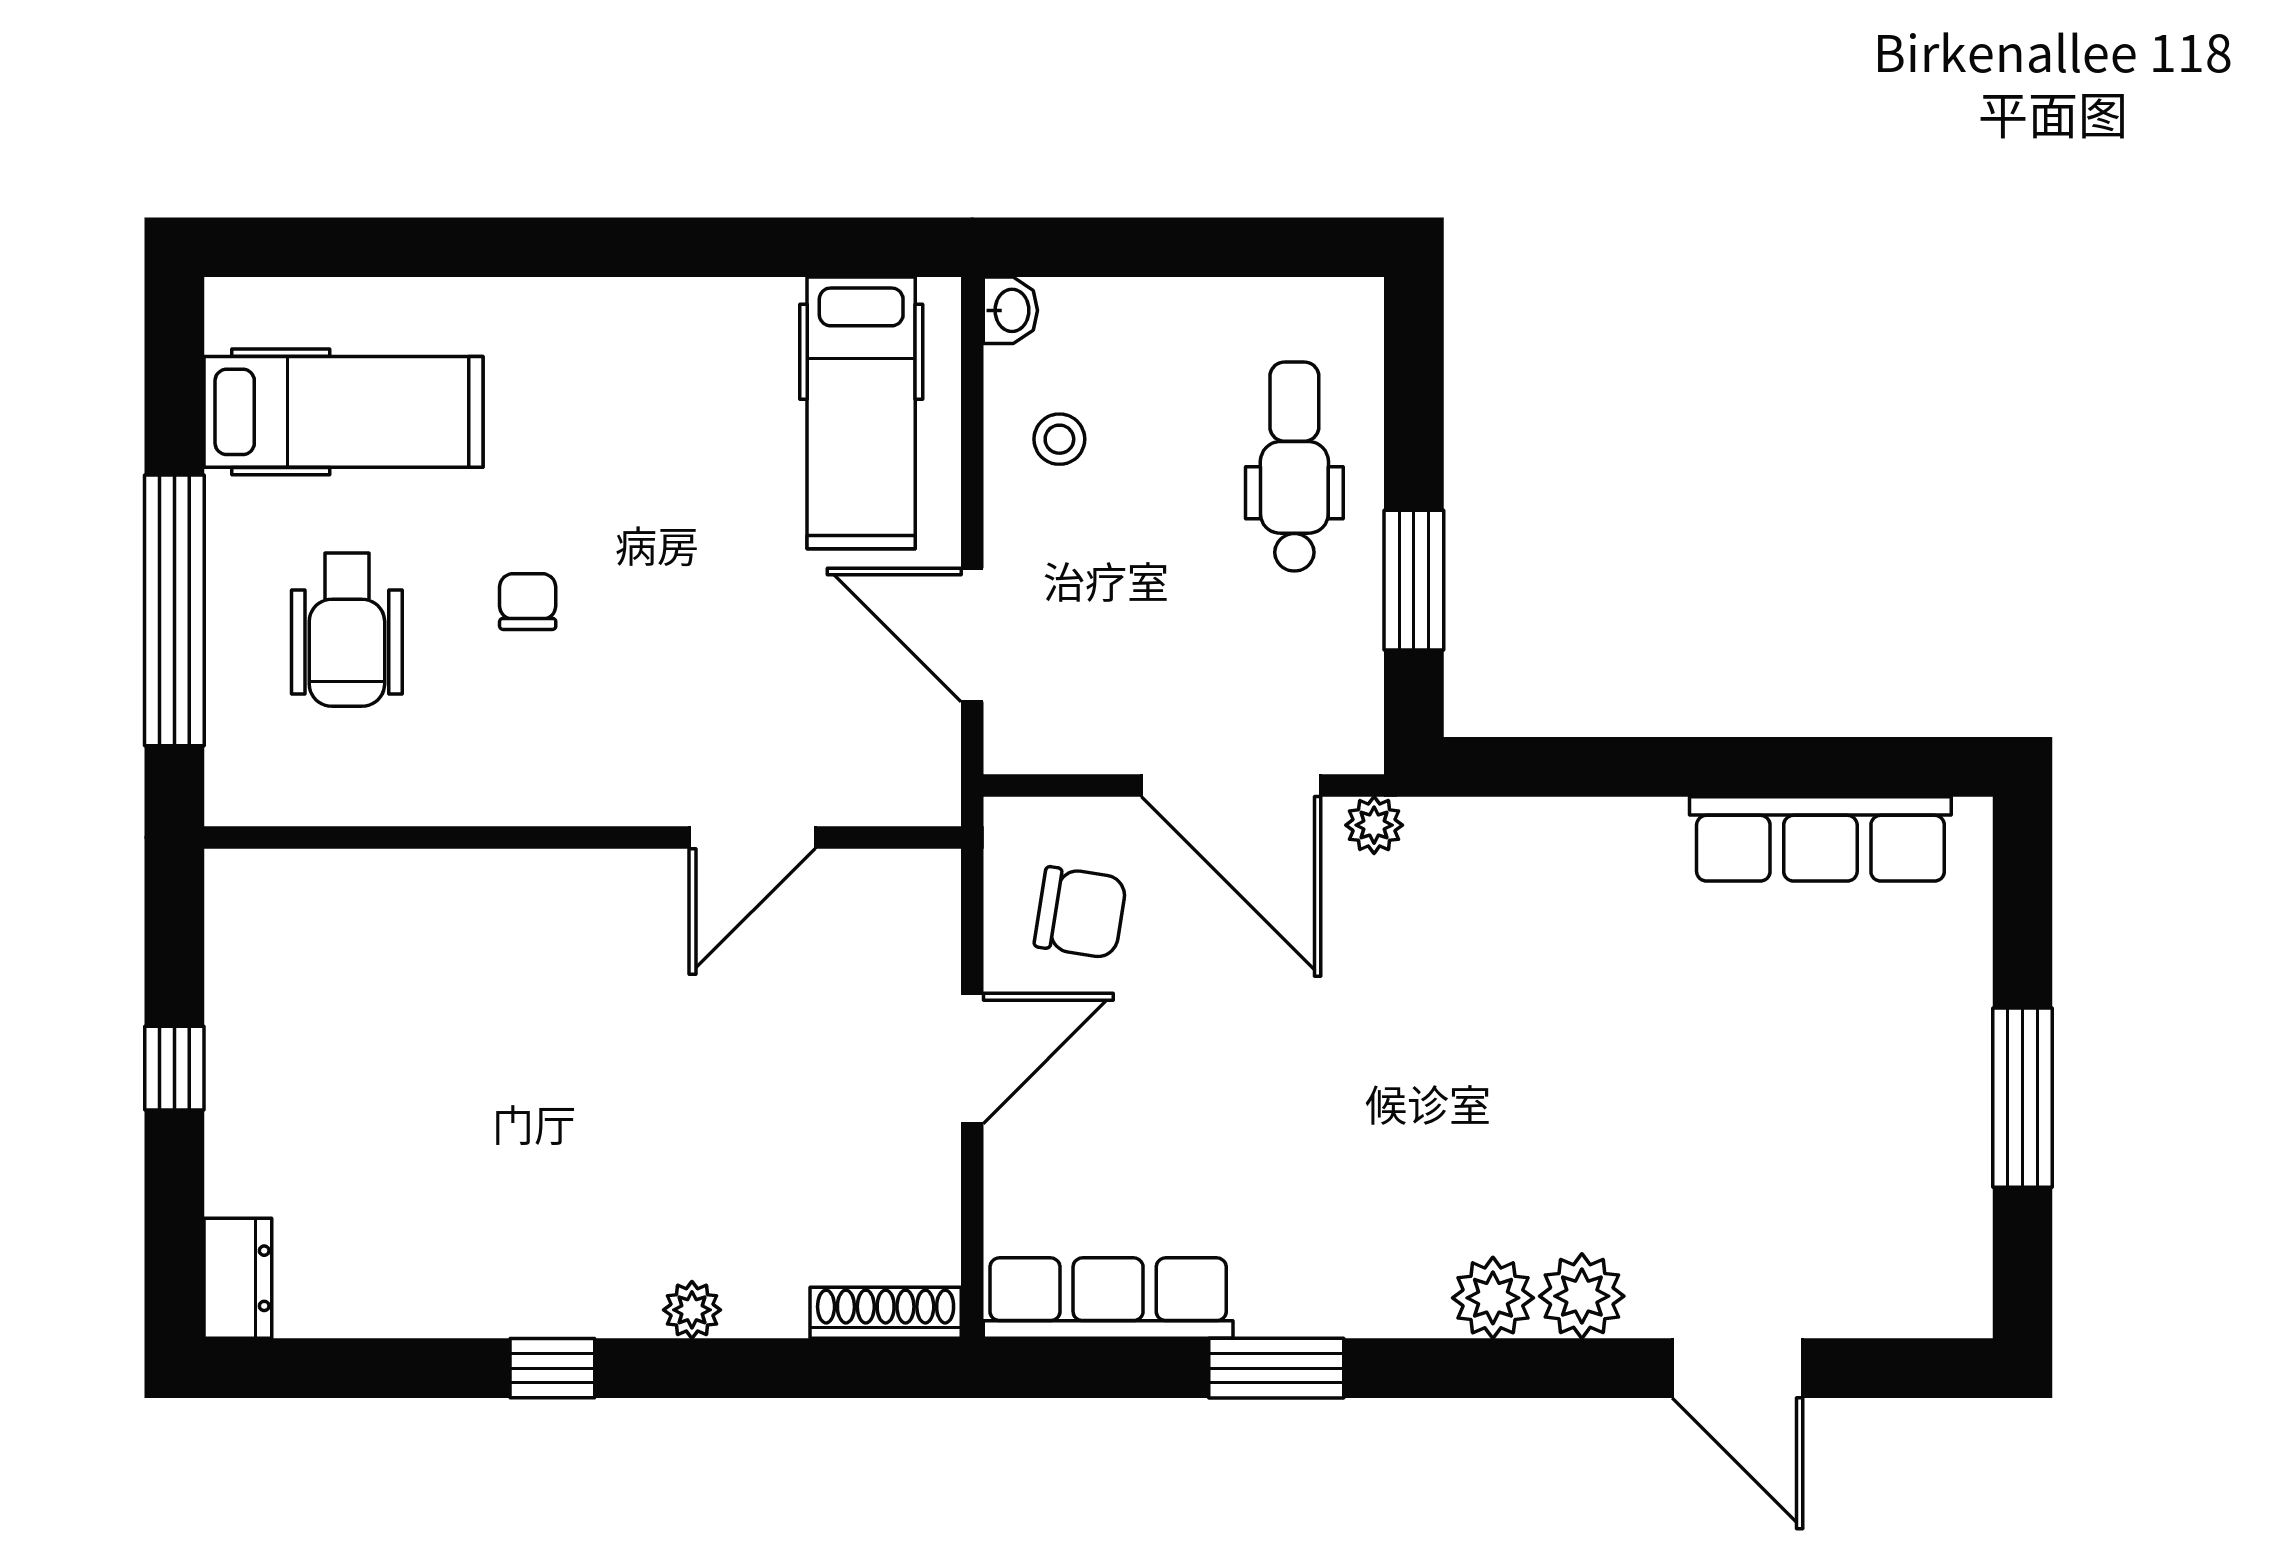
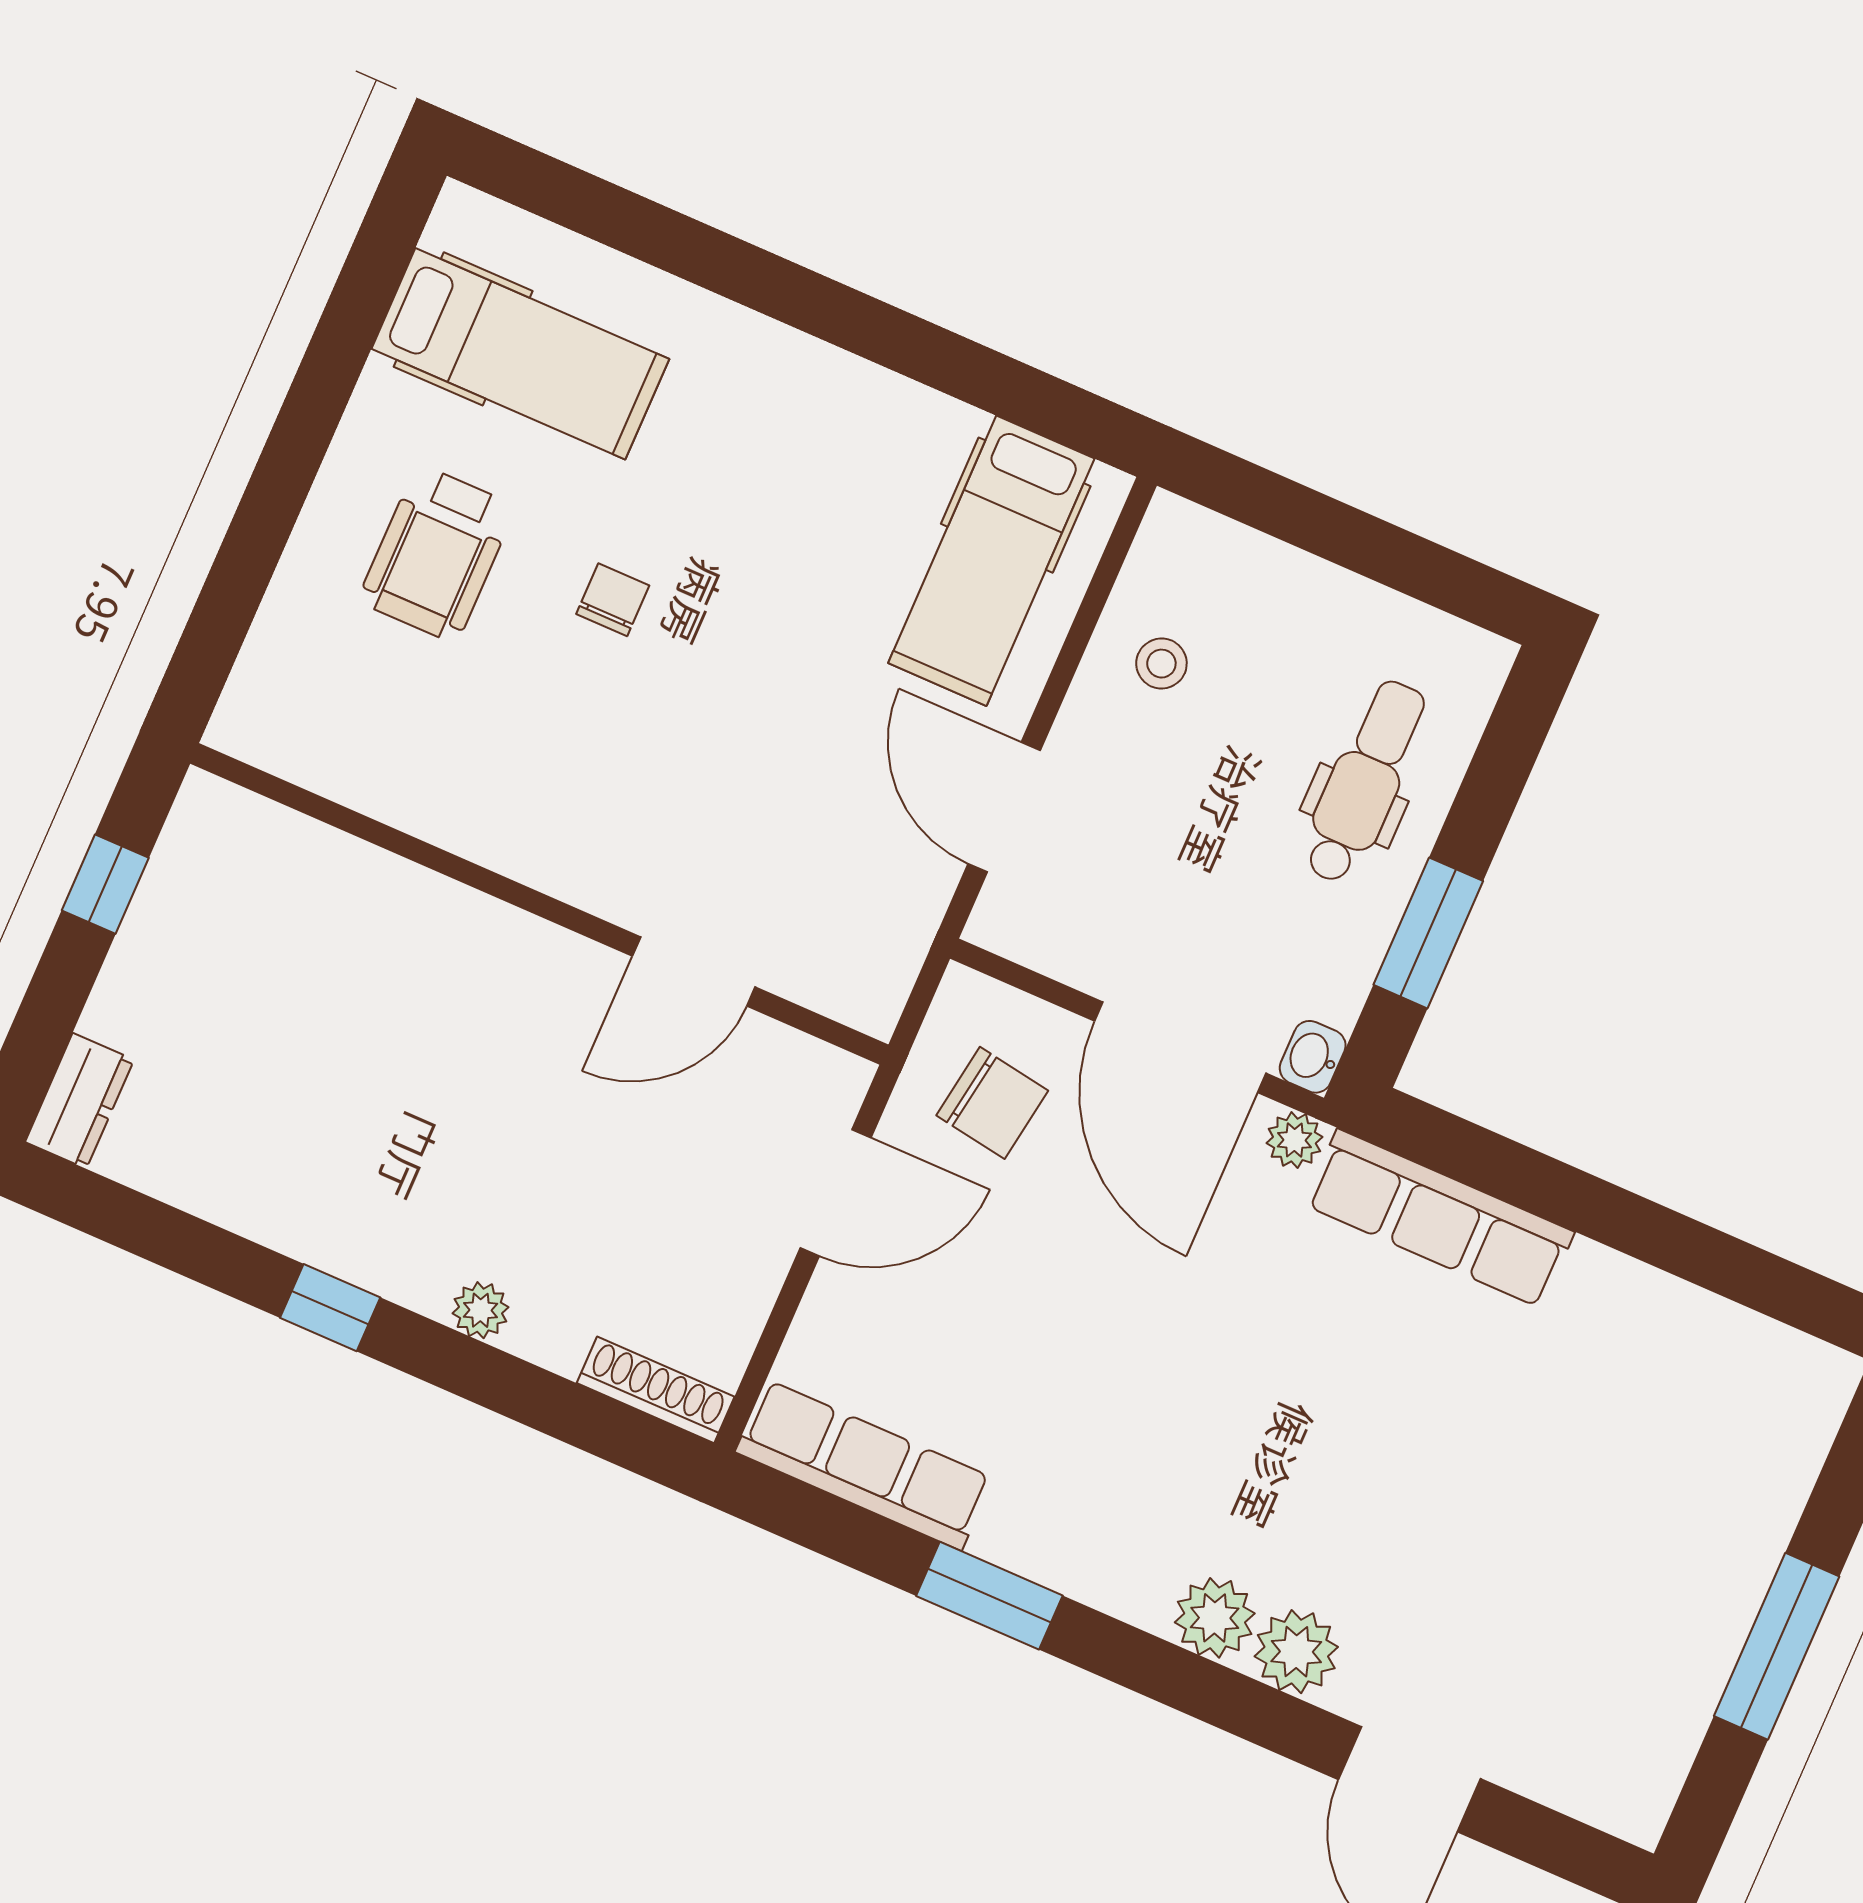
washbasin: (1010, 310) -> (1313, 1057), moved, turned 180
window: (174, 610) -> (287, 467), removed
wall: (583, 837) -> (539, 904), moved
door: (752, 837) -> (694, 971), moved
row of seats: (1820, 839) -> (1439, 1218), moved

